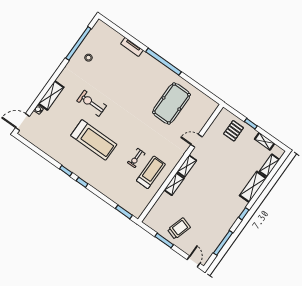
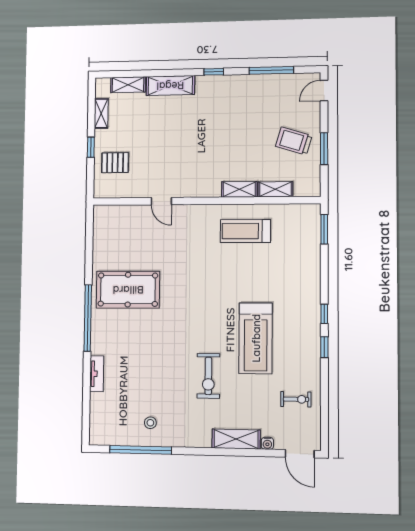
pool table: (171, 103) -> (128, 290), moved
treadmill: (94, 140) -> (256, 338), turned 180
exercise bike: (136, 158) -> (296, 399), moved
shelving: (187, 166) -> (275, 189), moved

